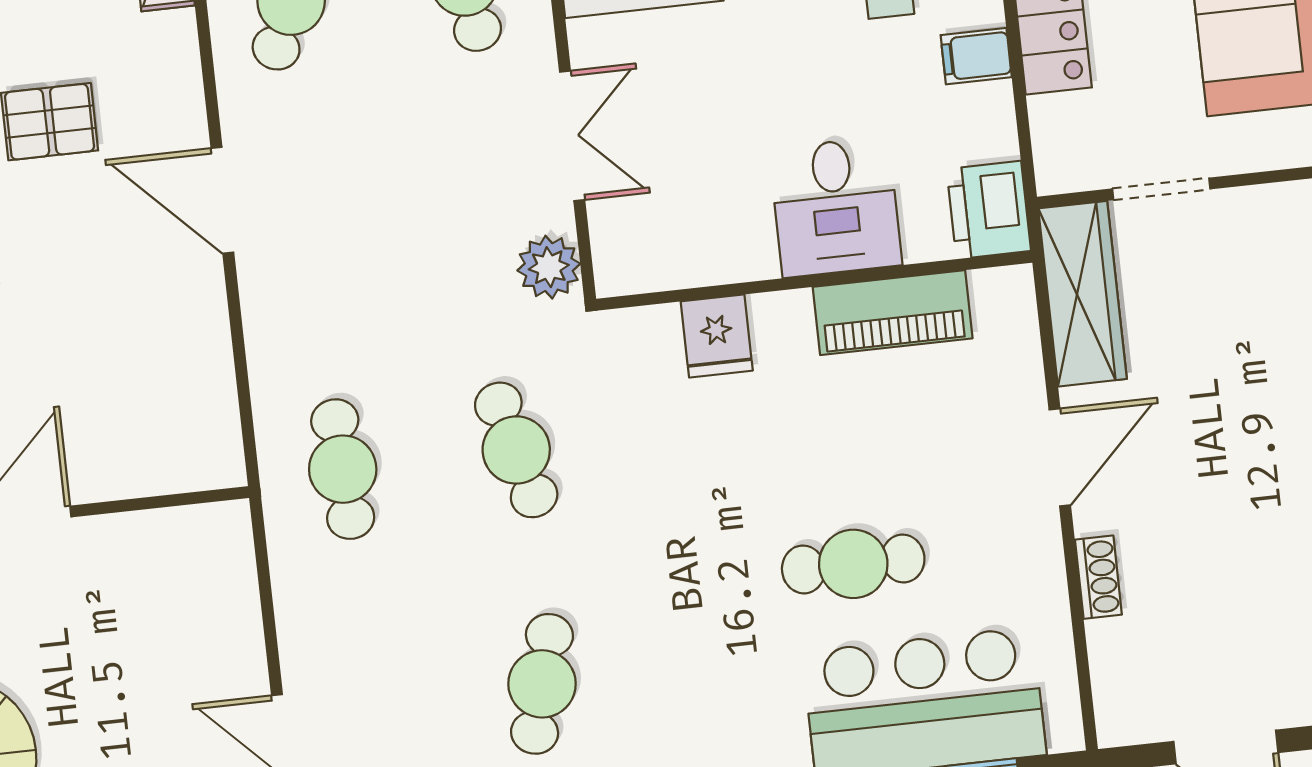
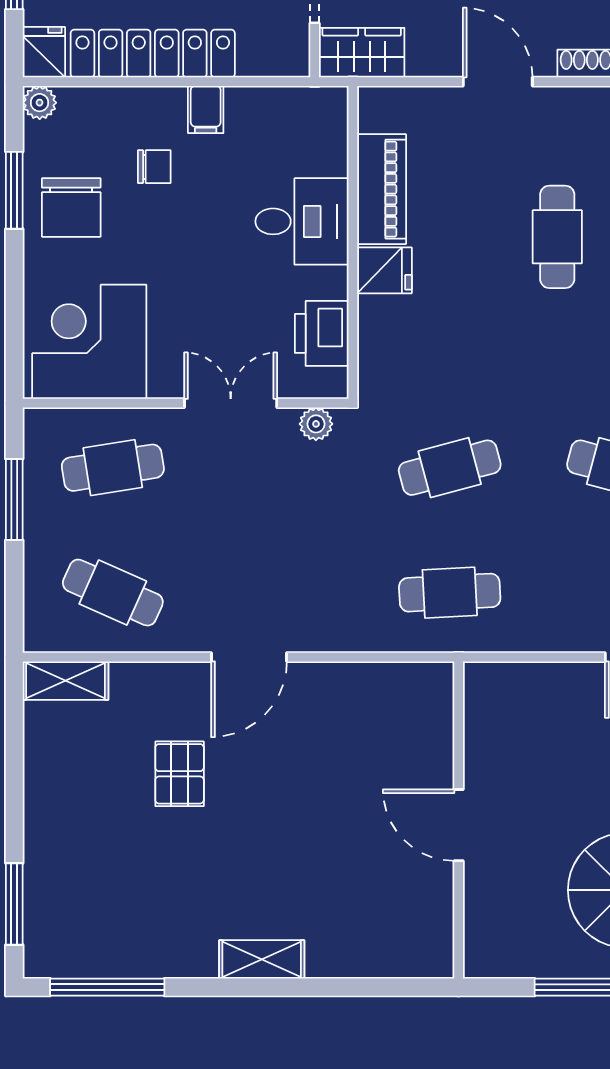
printer: (989, 210) -> (322, 333), moved, turned 90
plant: (549, 267) -> (316, 424), width x0.73, depth x0.73
wardrobe: (1082, 294) -> (362, 53), width x0.67
fridge: (717, 336) -> (384, 270), moved

